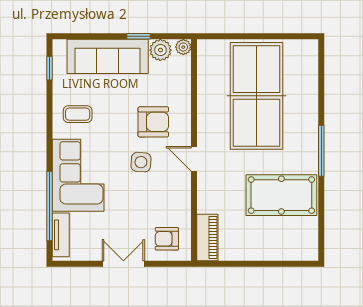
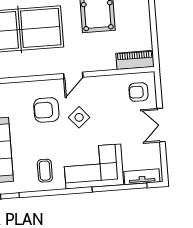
armchair: (153, 122) -> (46, 110), turned -90
side table: (141, 162) -> (79, 117), turned 45
armchair: (167, 239) -> (138, 92), turned 90

